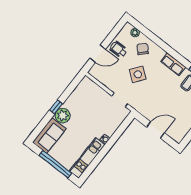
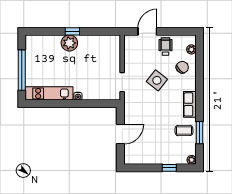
door: (98, 54) -> (147, 31), swing flipped
door: (156, 130) -> (120, 134), hinge flipped
sofa: (49, 135) -> (43, 45), removed

